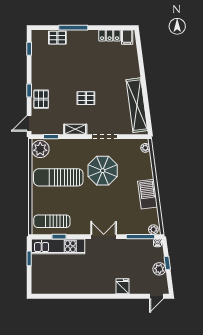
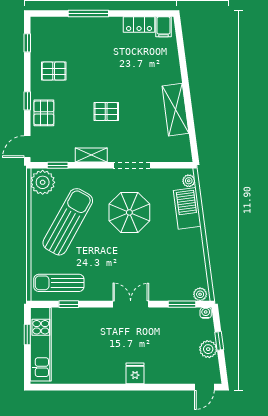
pallet: (57, 38) -> (54, 71), moved
shelving: (137, 105) -> (175, 110), width x0.68
sun lounger: (58, 177) -> (68, 222), turned 119
barbecue: (148, 194) -> (187, 208), moved
window: (141, 237) -> (182, 304), width x0.69
kitchen unit: (58, 246) -> (41, 344), moved, turned -90
fridge: (122, 286) -> (135, 373), moved

